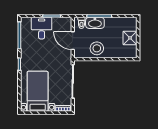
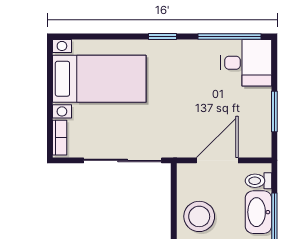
desk: (42, 28) -> (246, 63), moved

